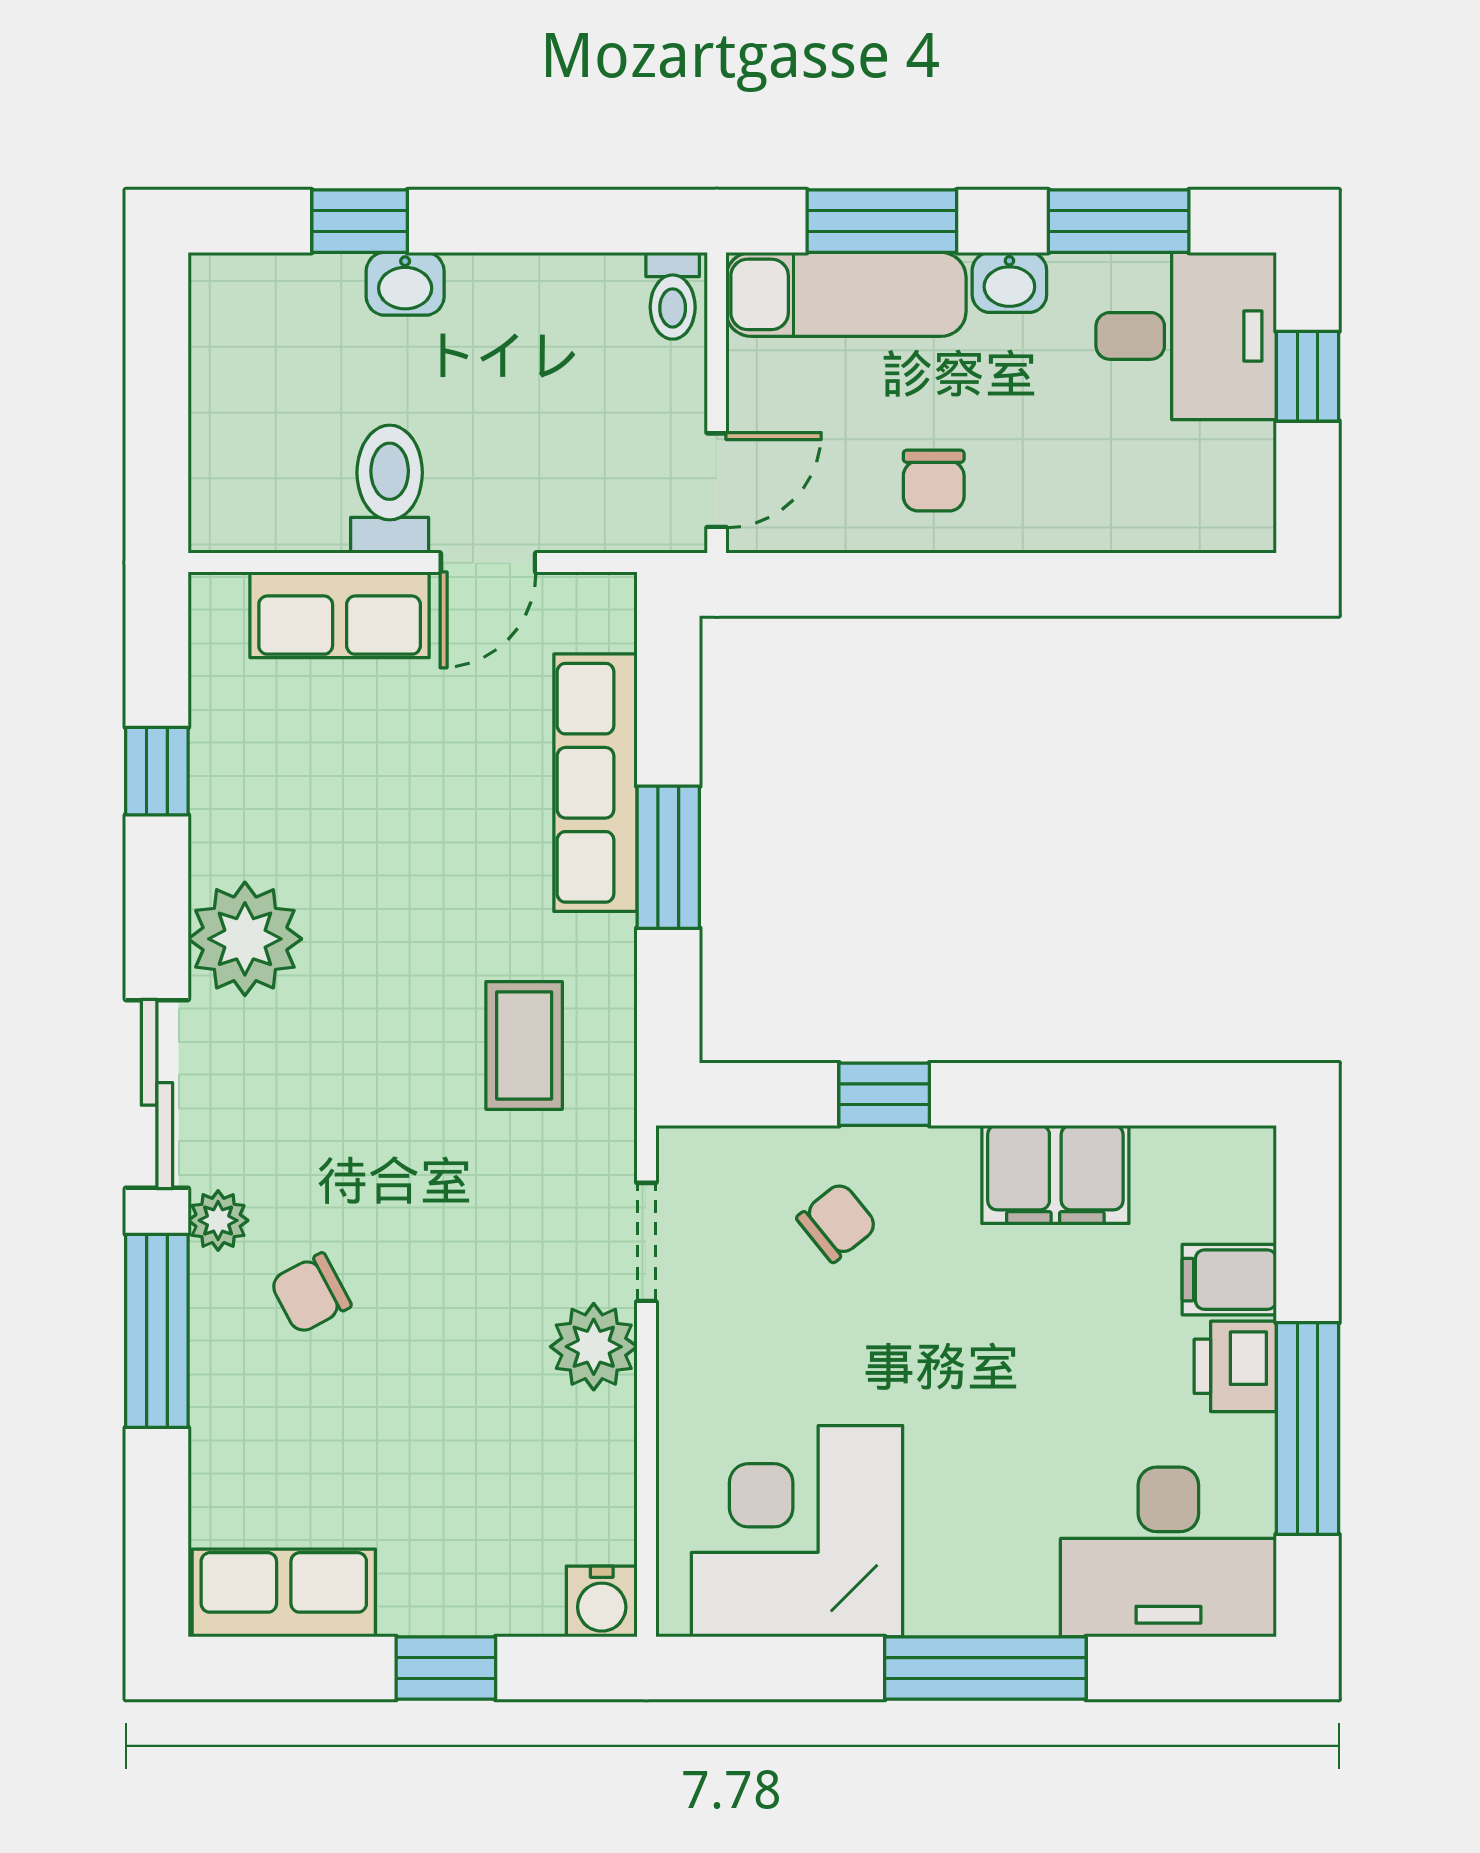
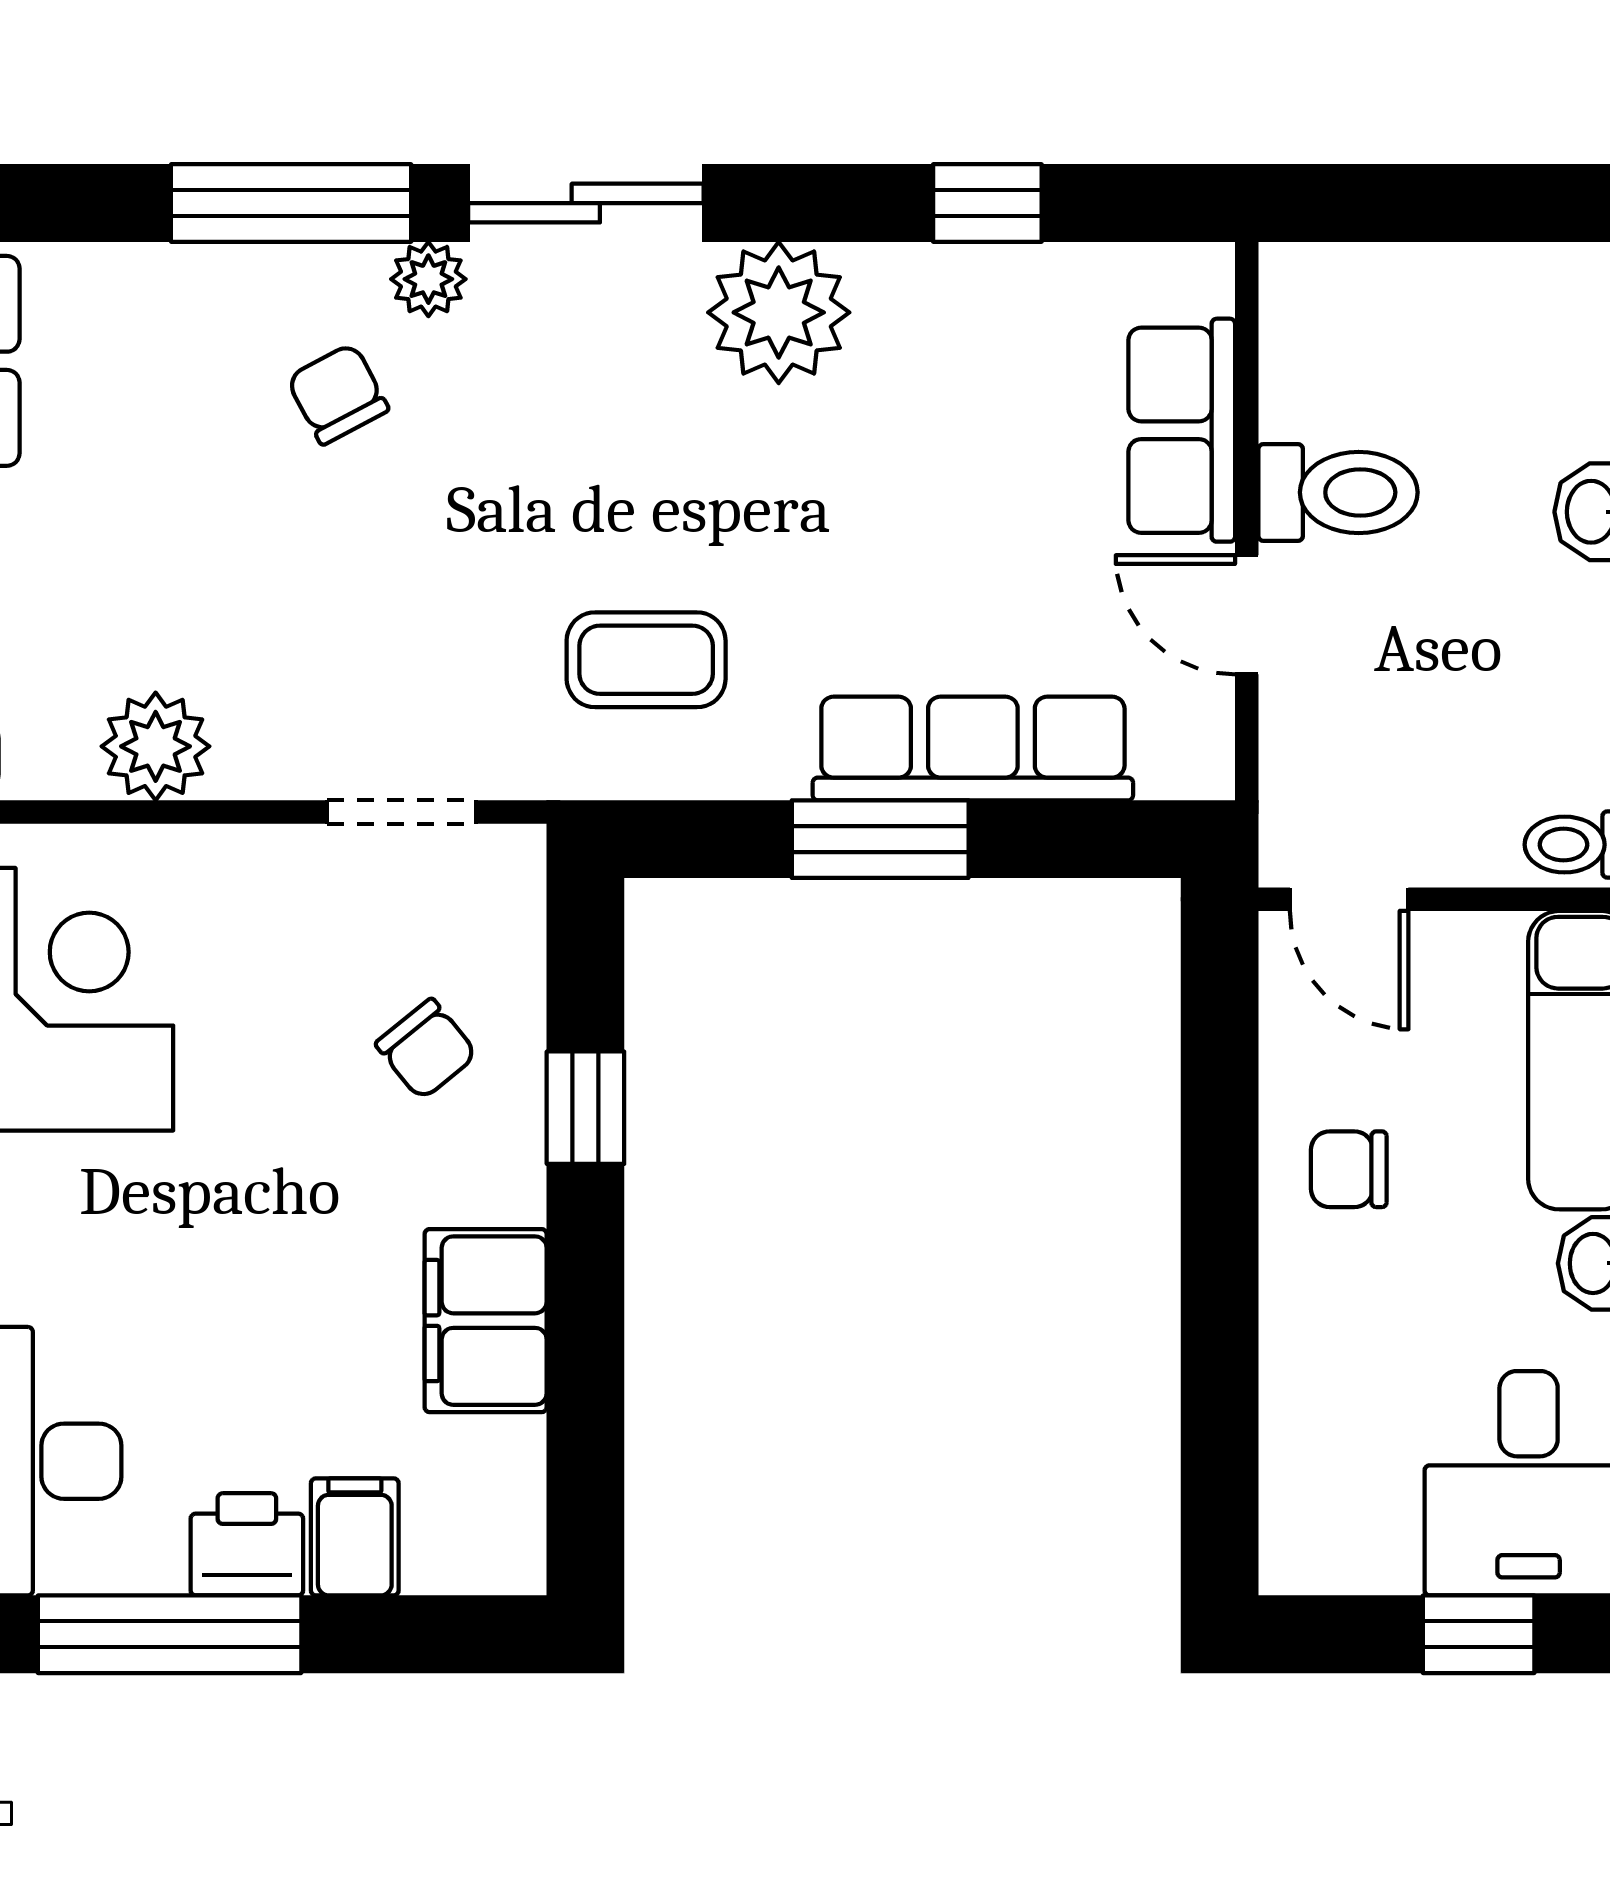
plant: (594, 1347) -> (156, 746), moved

